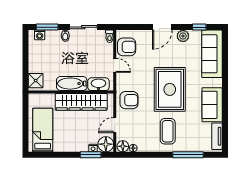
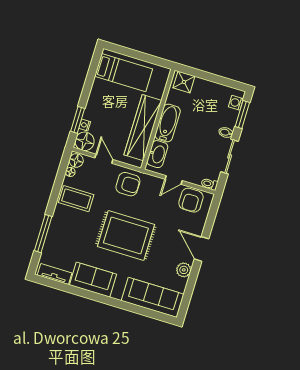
window: (199, 27) -> (188, 292), removed
armchair: (129, 100) -> (128, 184), turned -90
coffee table: (168, 131) -> (76, 199), moved

